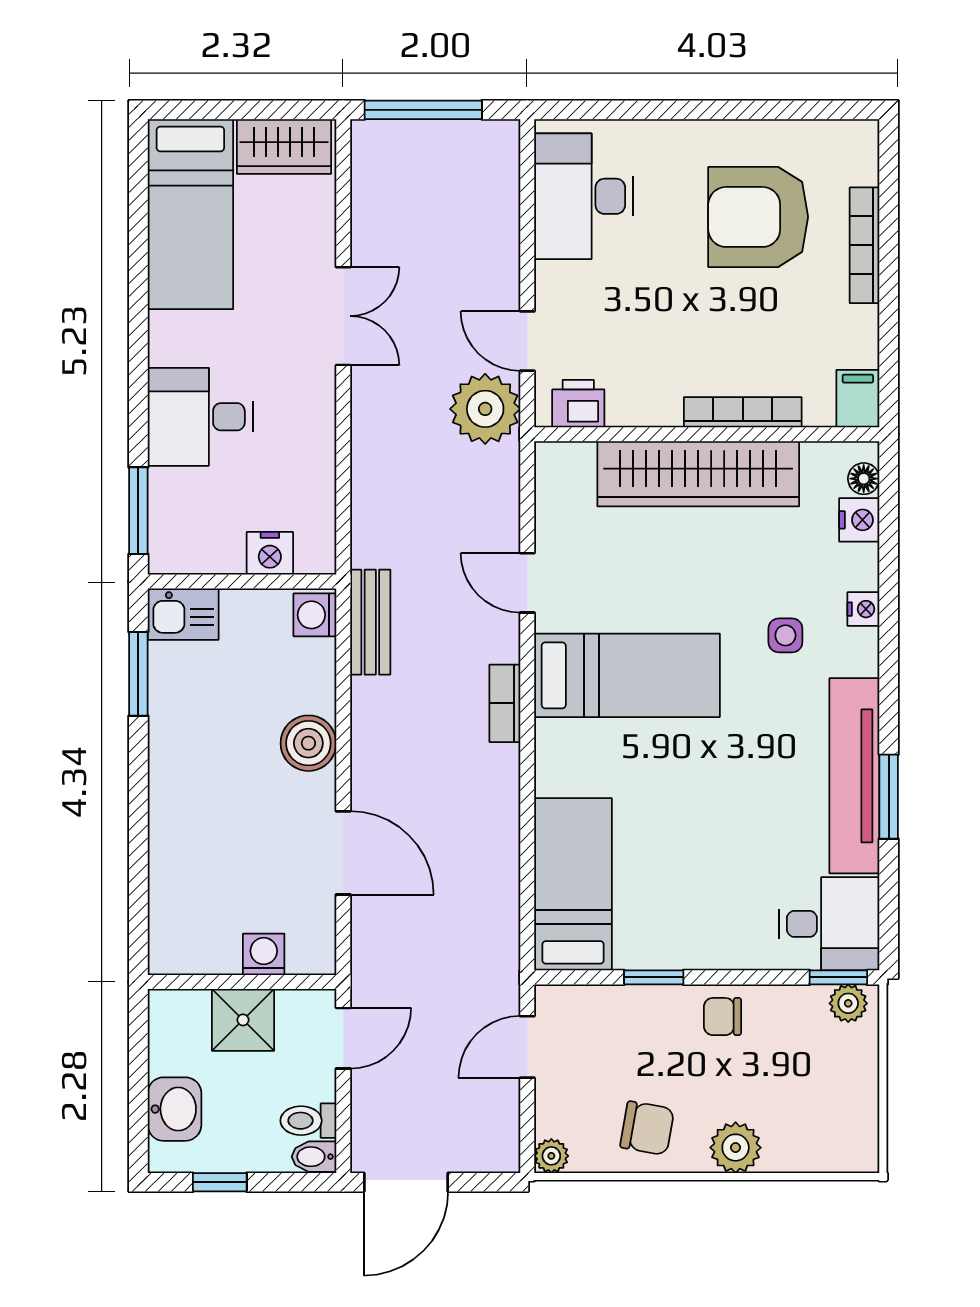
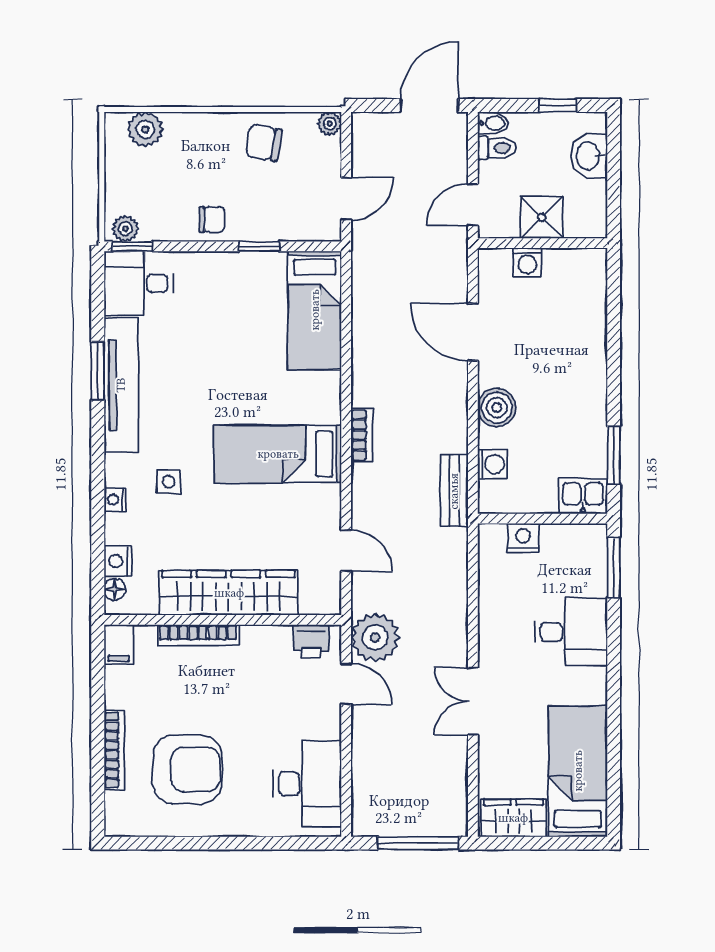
door: (527, 583) -> (346, 551), moved
washing machine: (315, 615) -> (492, 464), moved
plant: (736, 1148) -> (145, 129), moved

